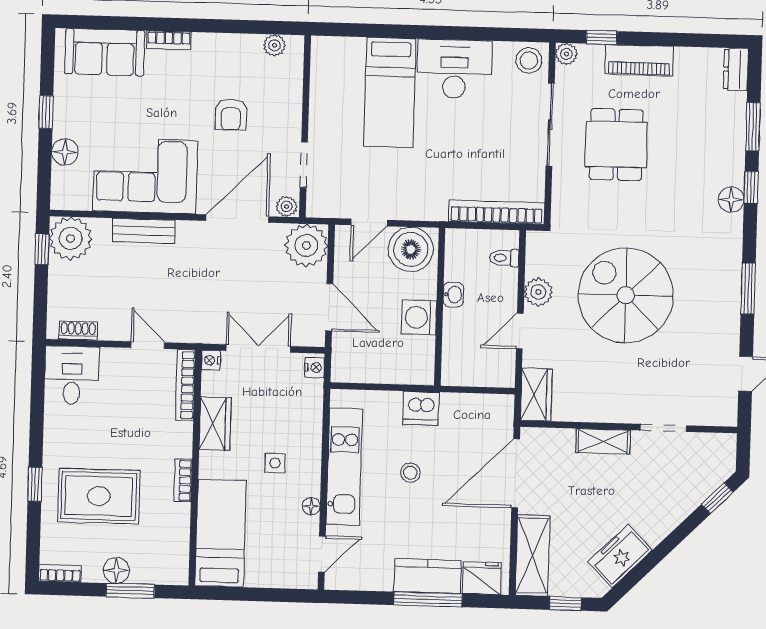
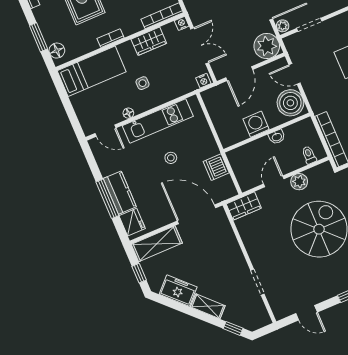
door: (520, 331) -> (274, 181), hinge flipped
dishwasher: (421, 408) -> (216, 167), moved
shelving: (603, 441) -> (208, 306), moved, turned -45
floor lamp: (116, 570) -> (57, 51), moved

